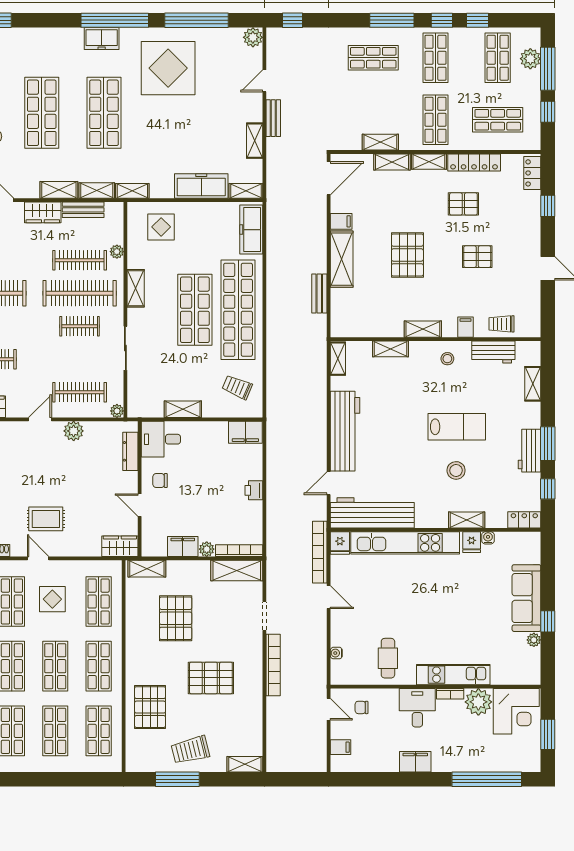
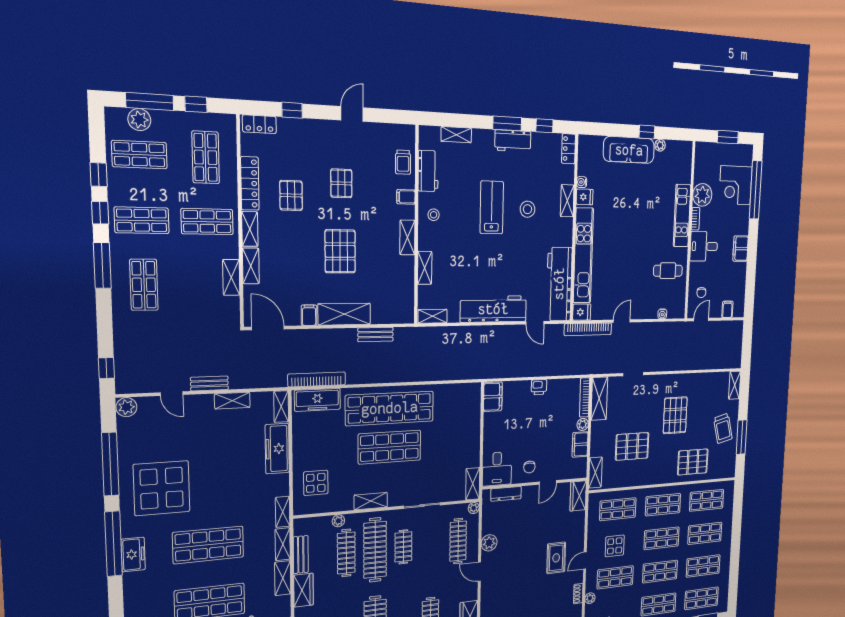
pallet: (407, 255) -> (340, 251), turned 90
trolley: (237, 387) -> (456, 406), removed
shelving: (183, 409) -> (473, 484), moved
bookcase: (273, 665) -> (317, 379), moved
corner desk: (516, 711) -> (736, 185), moved, turned 180

